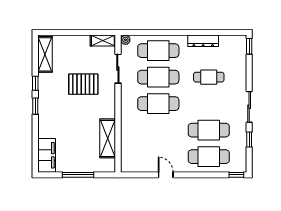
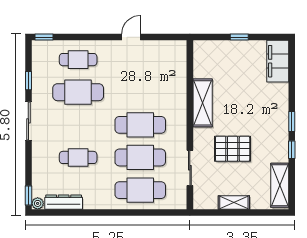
plant: (125, 40) -> (38, 203), moved
shelving: (103, 41) -> (234, 203), moved
dresser: (203, 41) -> (64, 202), moved
shelving: (108, 138) -> (203, 103), moved
cafe table: (209, 157) -> (78, 60), width x0.73, depth x0.74
window: (78, 175) -> (239, 37), width x0.46
door: (166, 175) -> (131, 37), swing flipped

